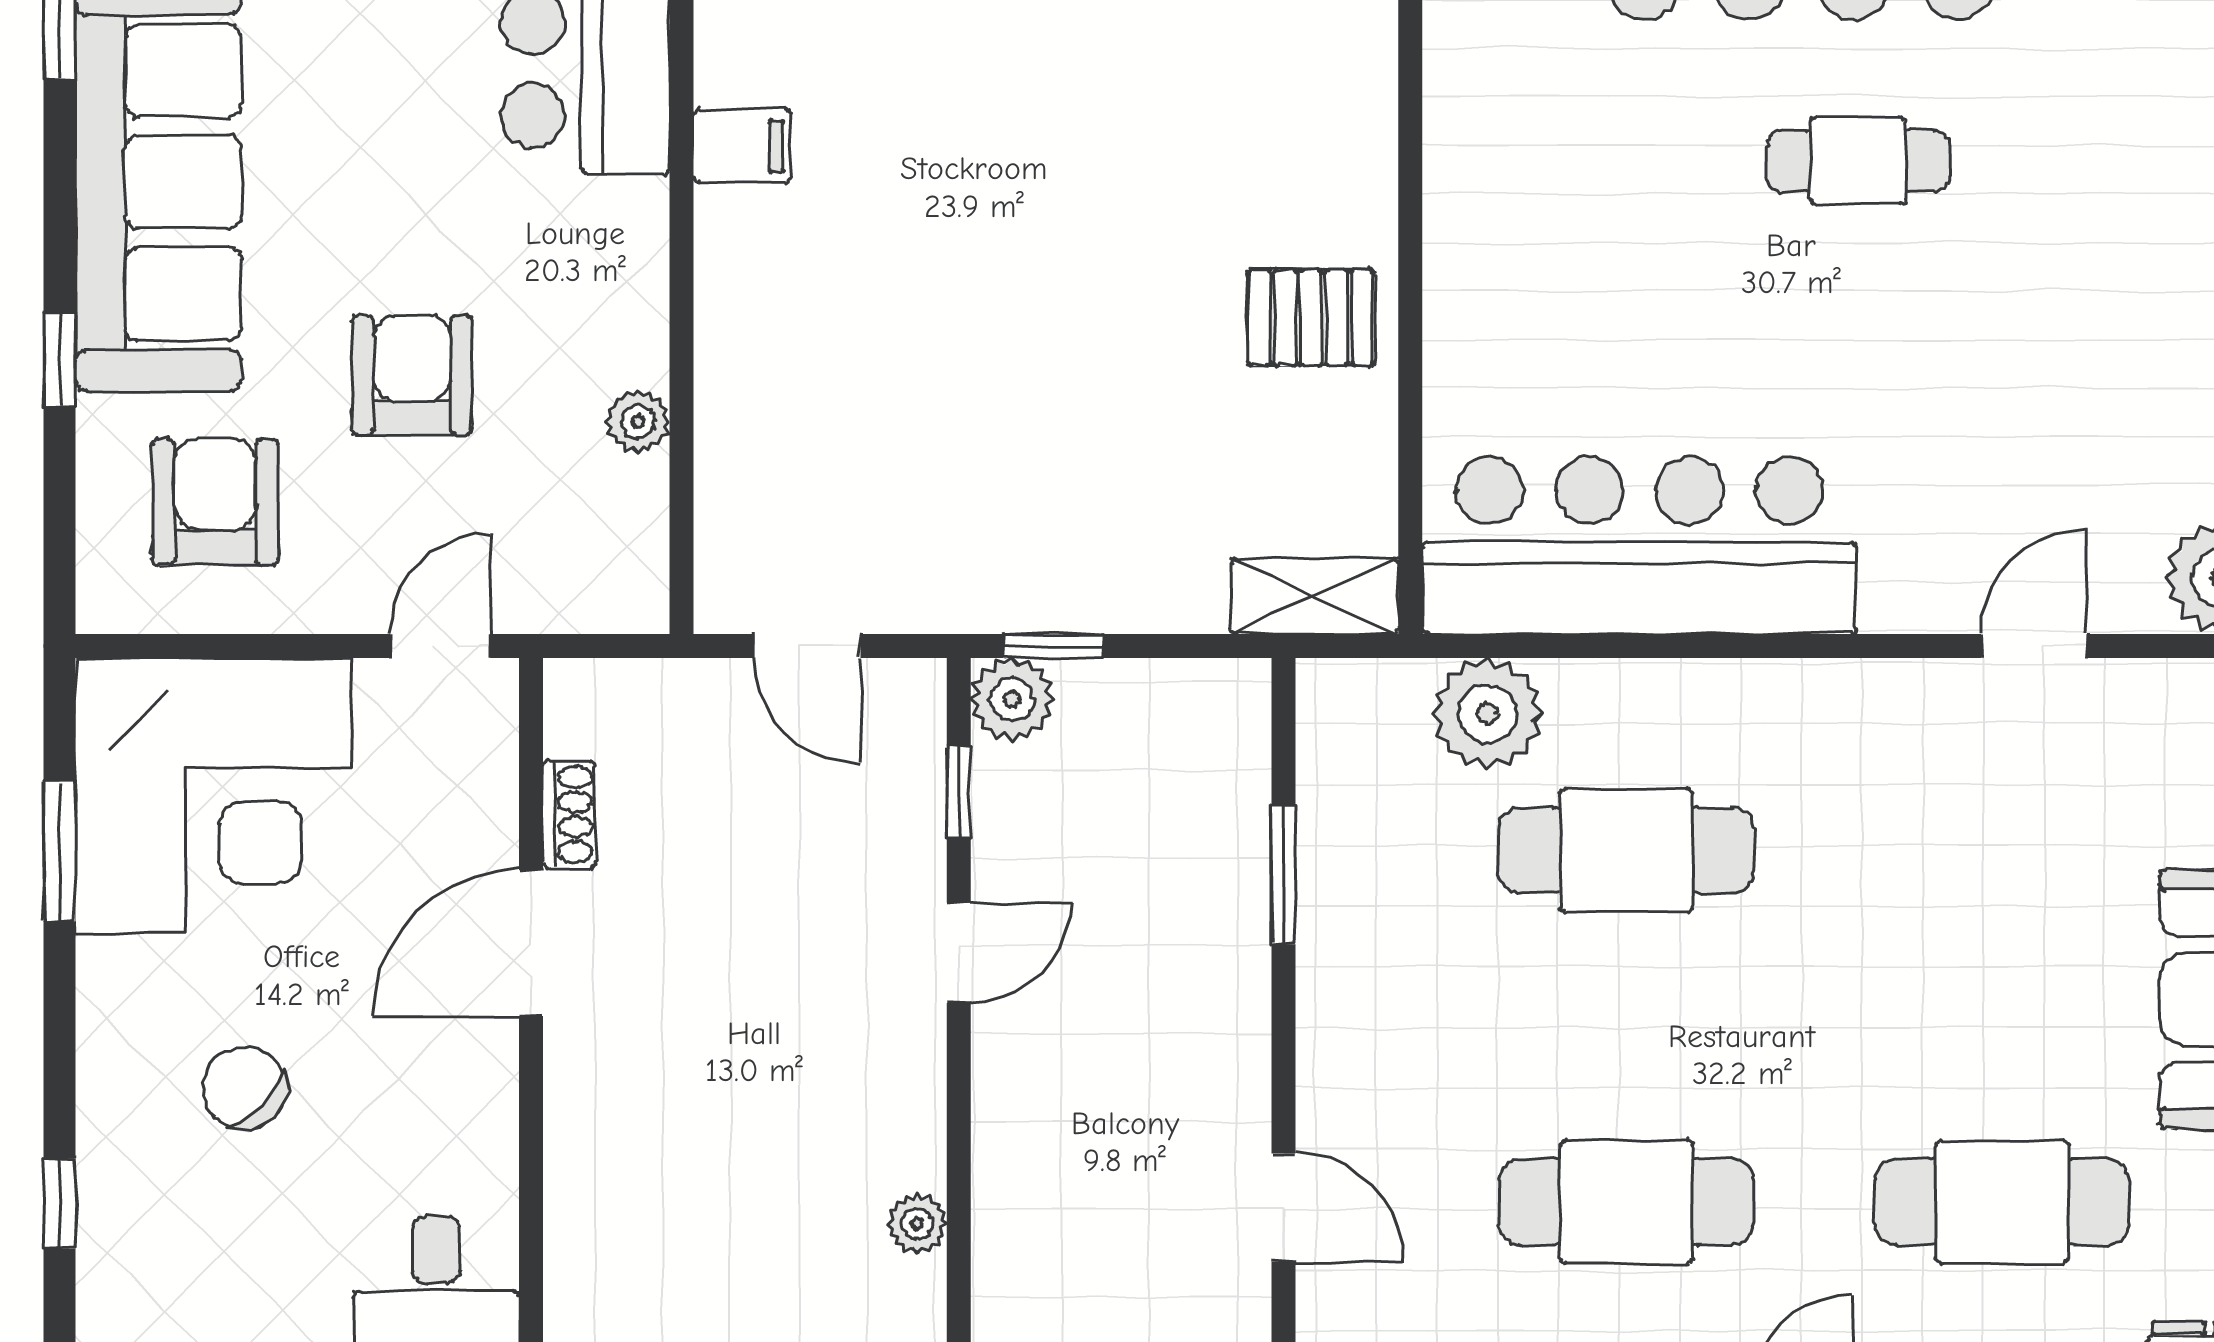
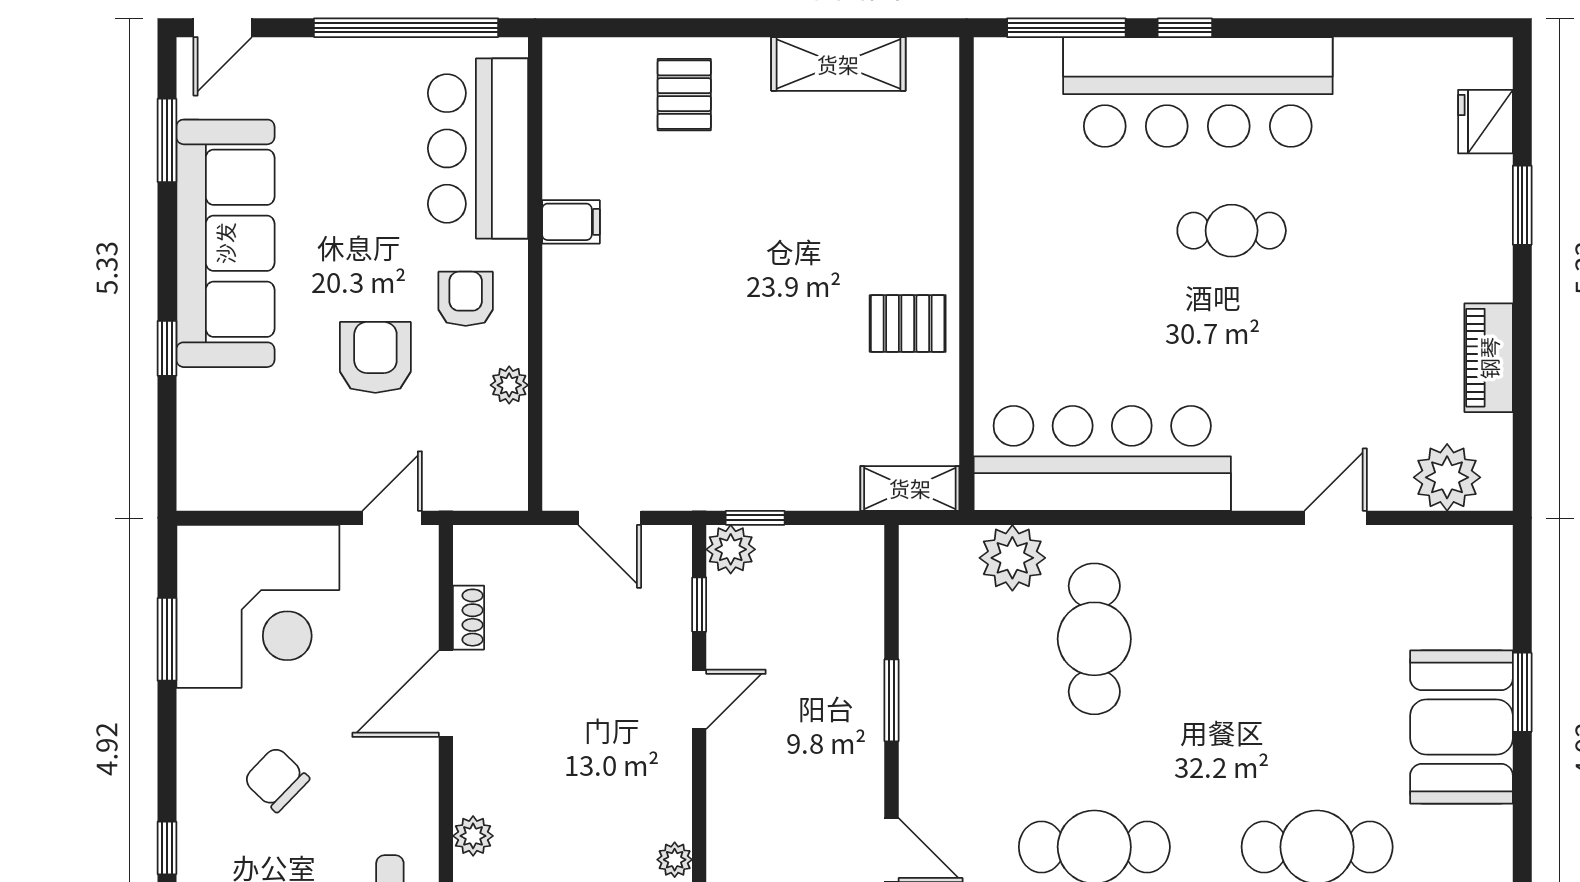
armchair: (215, 502) -> (466, 299), moved, width x0.72, depth x0.72
cafe table: (1626, 850) -> (1094, 639), turned 90
window: (1284, 875) -> (891, 700), moved
plant: (577, 1183) -> (473, 836), added

